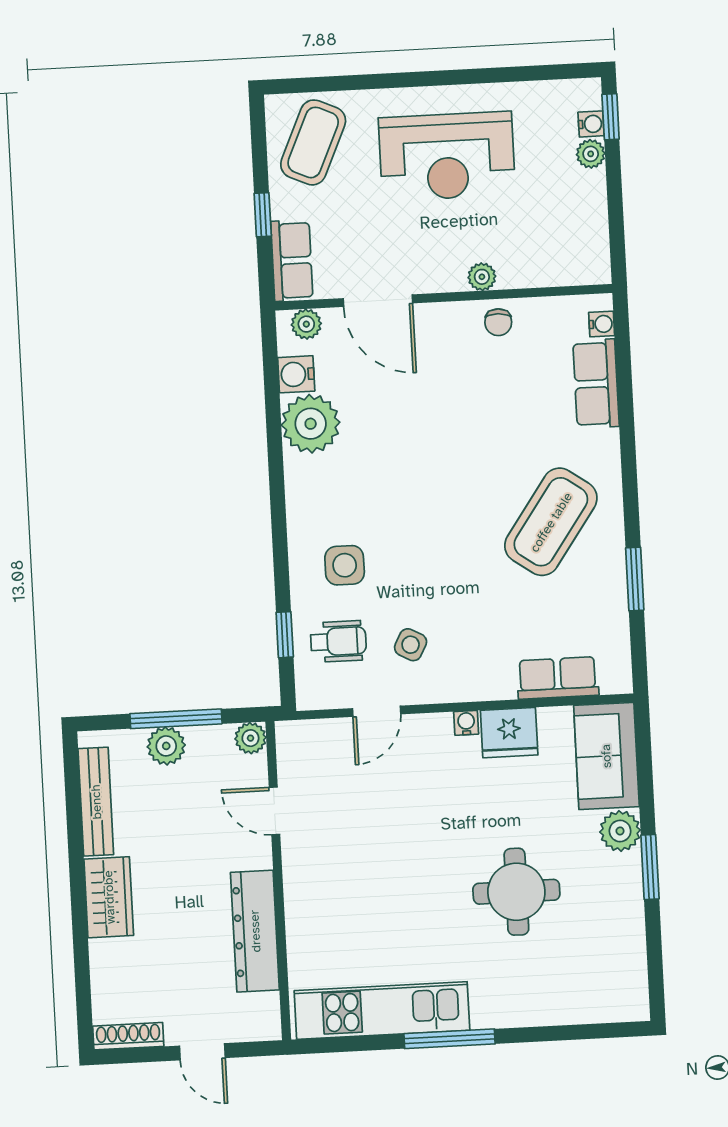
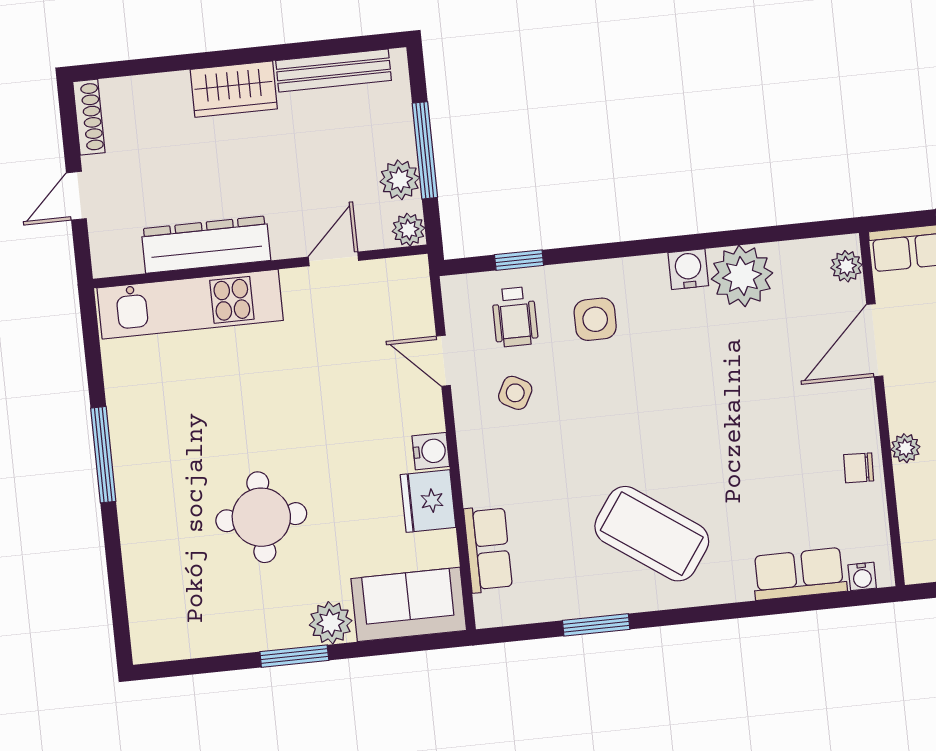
water cooler: (296, 374) -> (688, 269), moved
water cooler: (466, 723) -> (431, 451), width x1.38, depth x1.38
plant: (166, 746) -> (400, 180), moved
kitchen unit: (382, 1010) -> (190, 304), moved, turned 90

